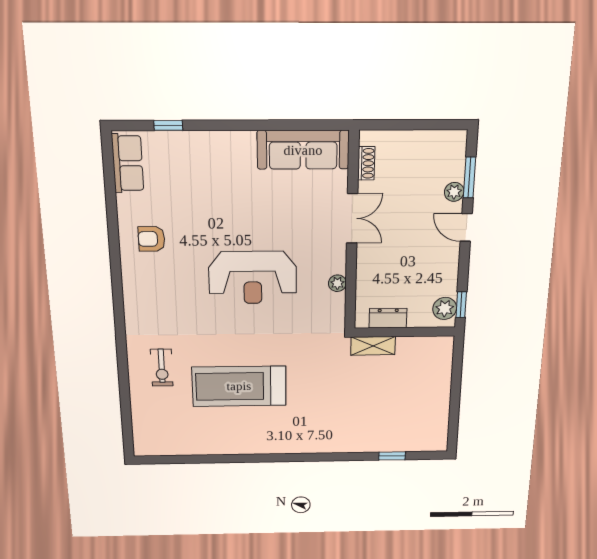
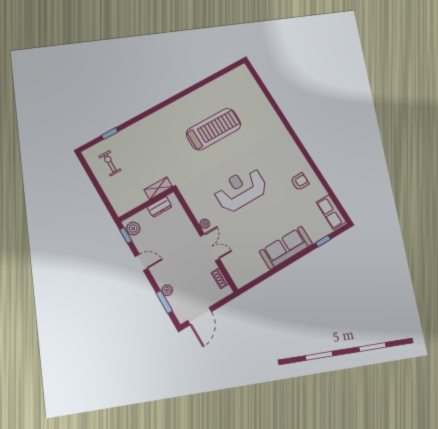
door: (432, 125) -> (200, 316), added
sofa: (303, 150) -> (286, 248), moved
double door: (352, 218) -> (210, 247), swing flipped
door: (466, 228) -> (141, 262), moved
plant: (337, 283) -> (205, 224), moved
exercise bike: (162, 368) -> (110, 163), moved

